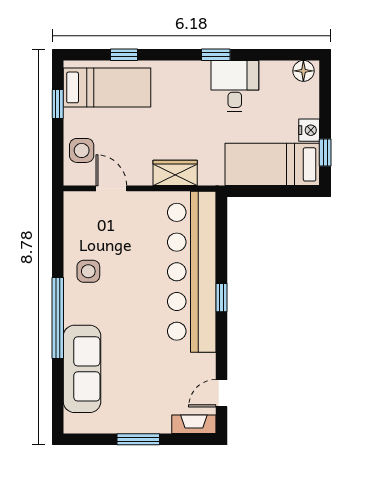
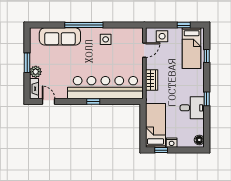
plant: (157, 421) -> (36, 72), added

